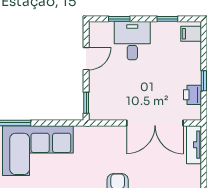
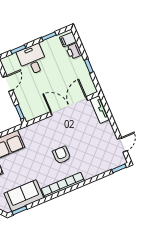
printer: (193, 95) -> (74, 51), moved
double door: (155, 123) -> (69, 106), swing flipped

